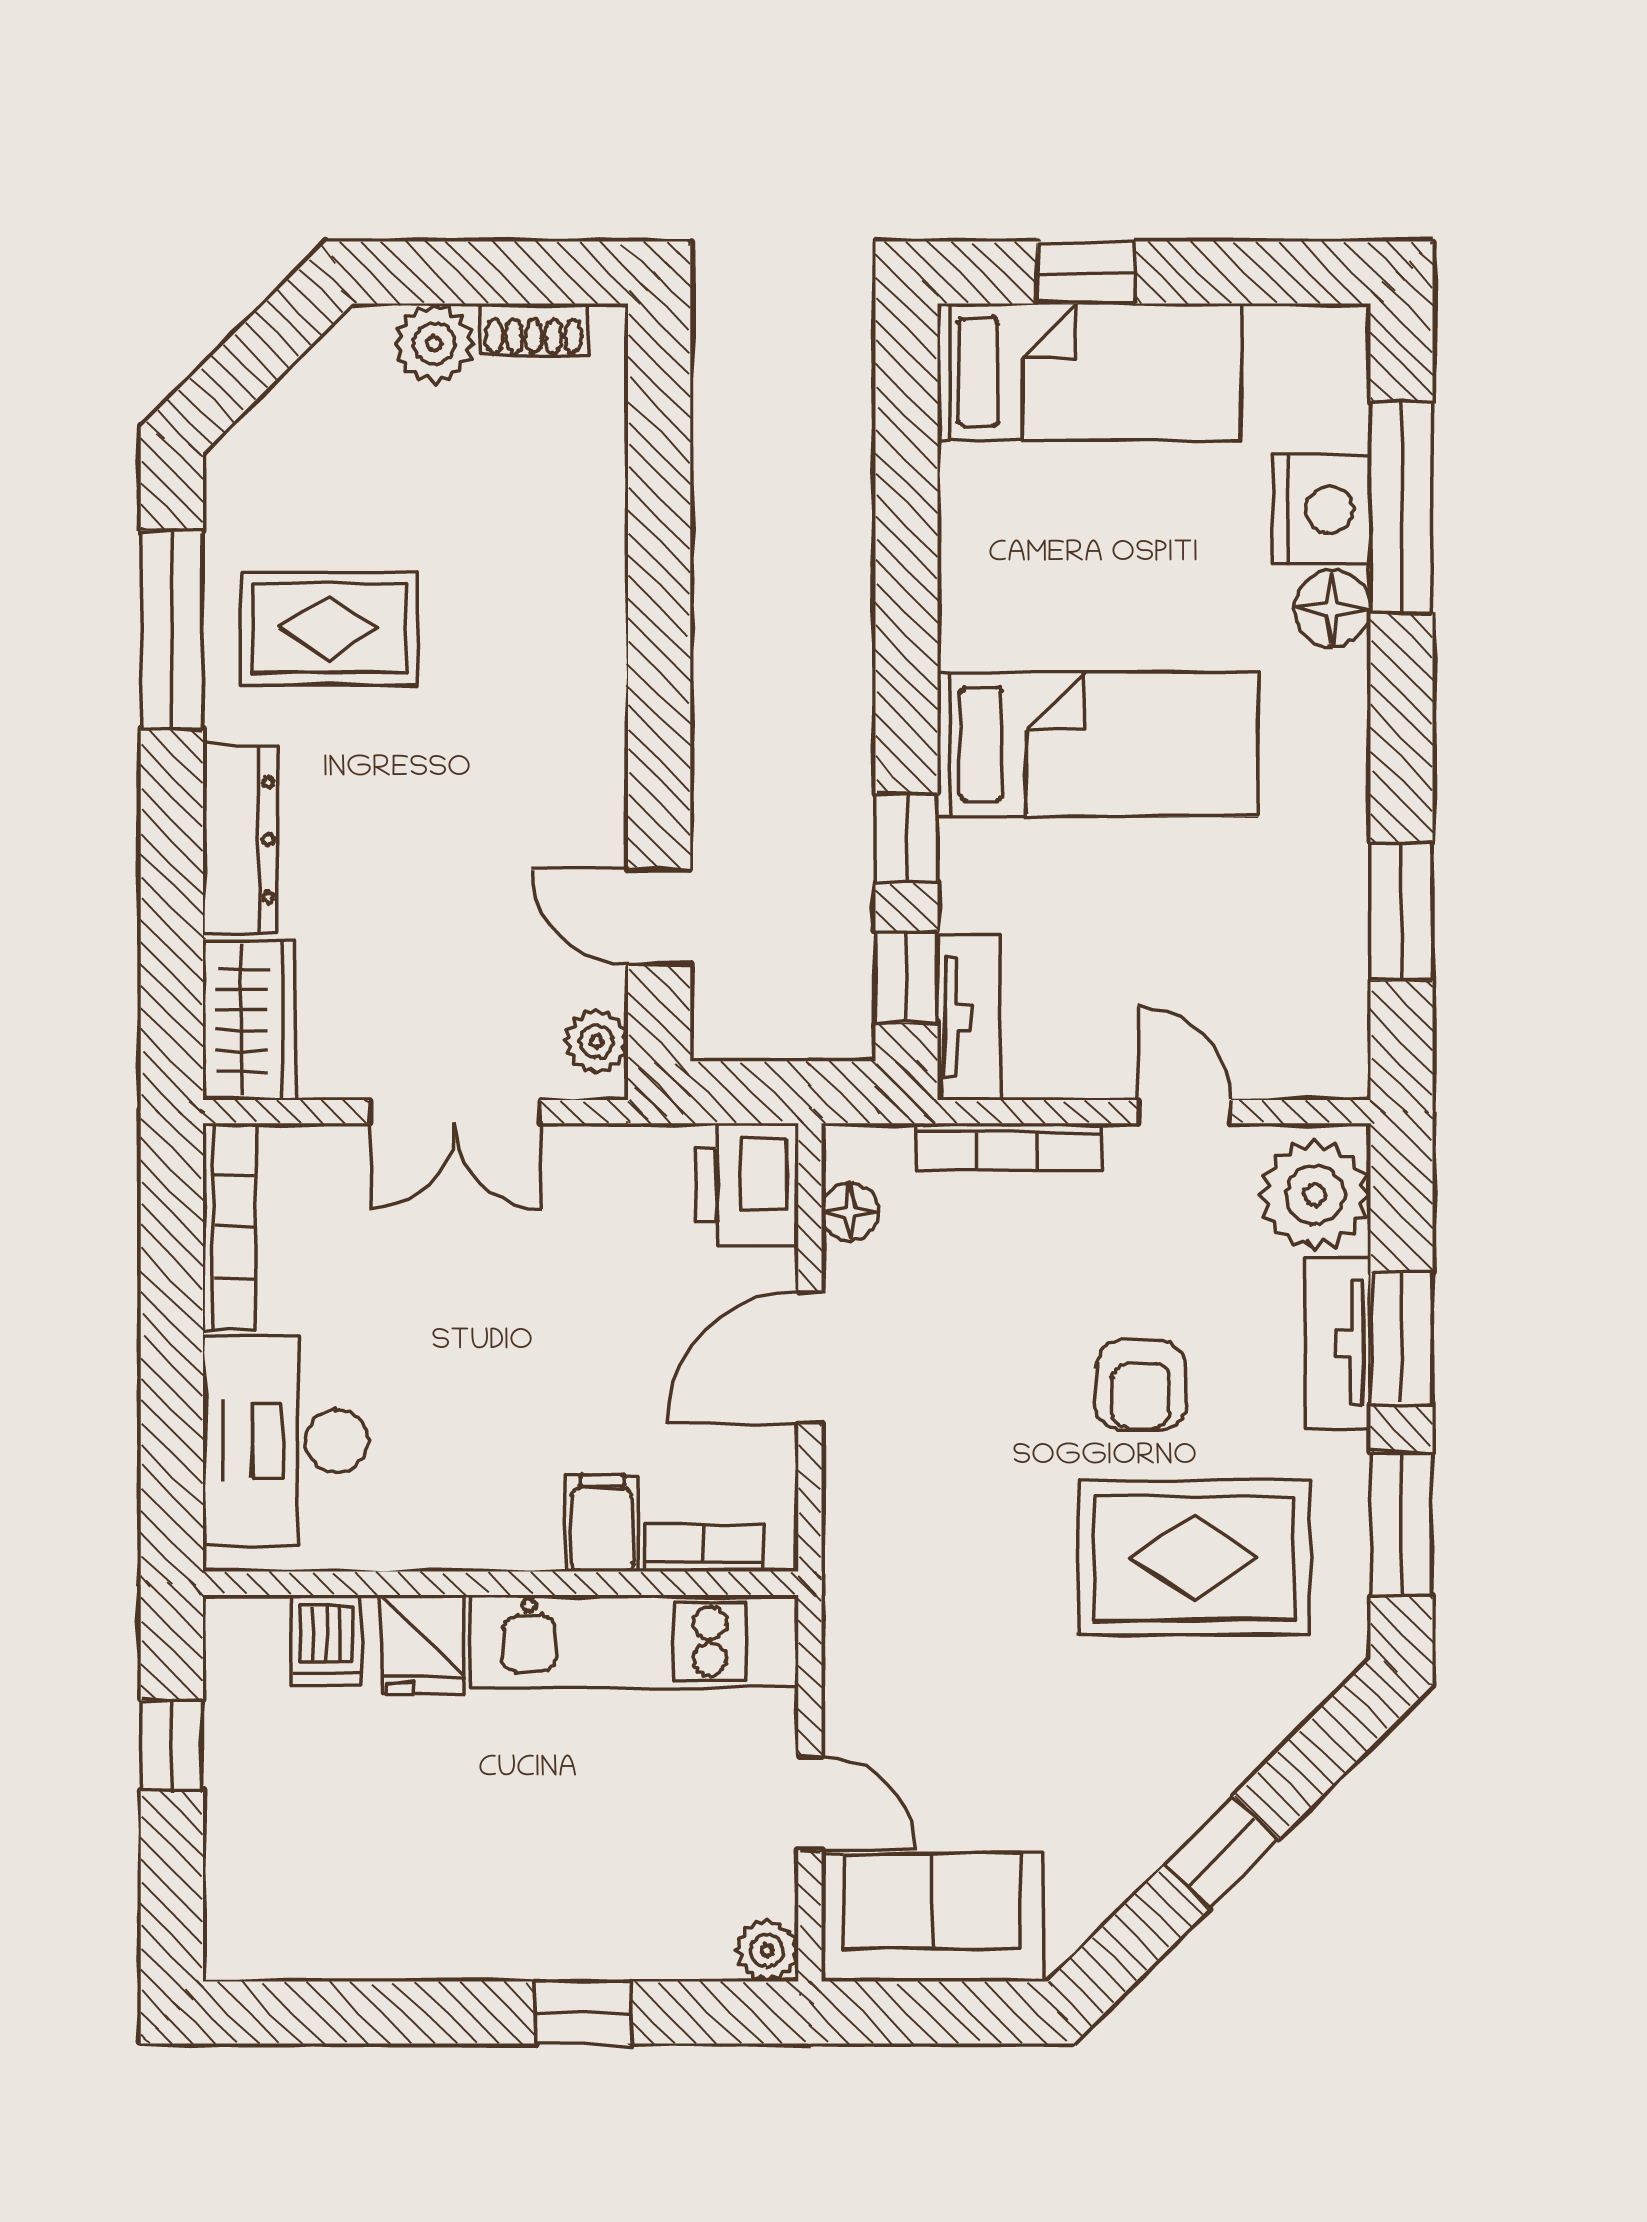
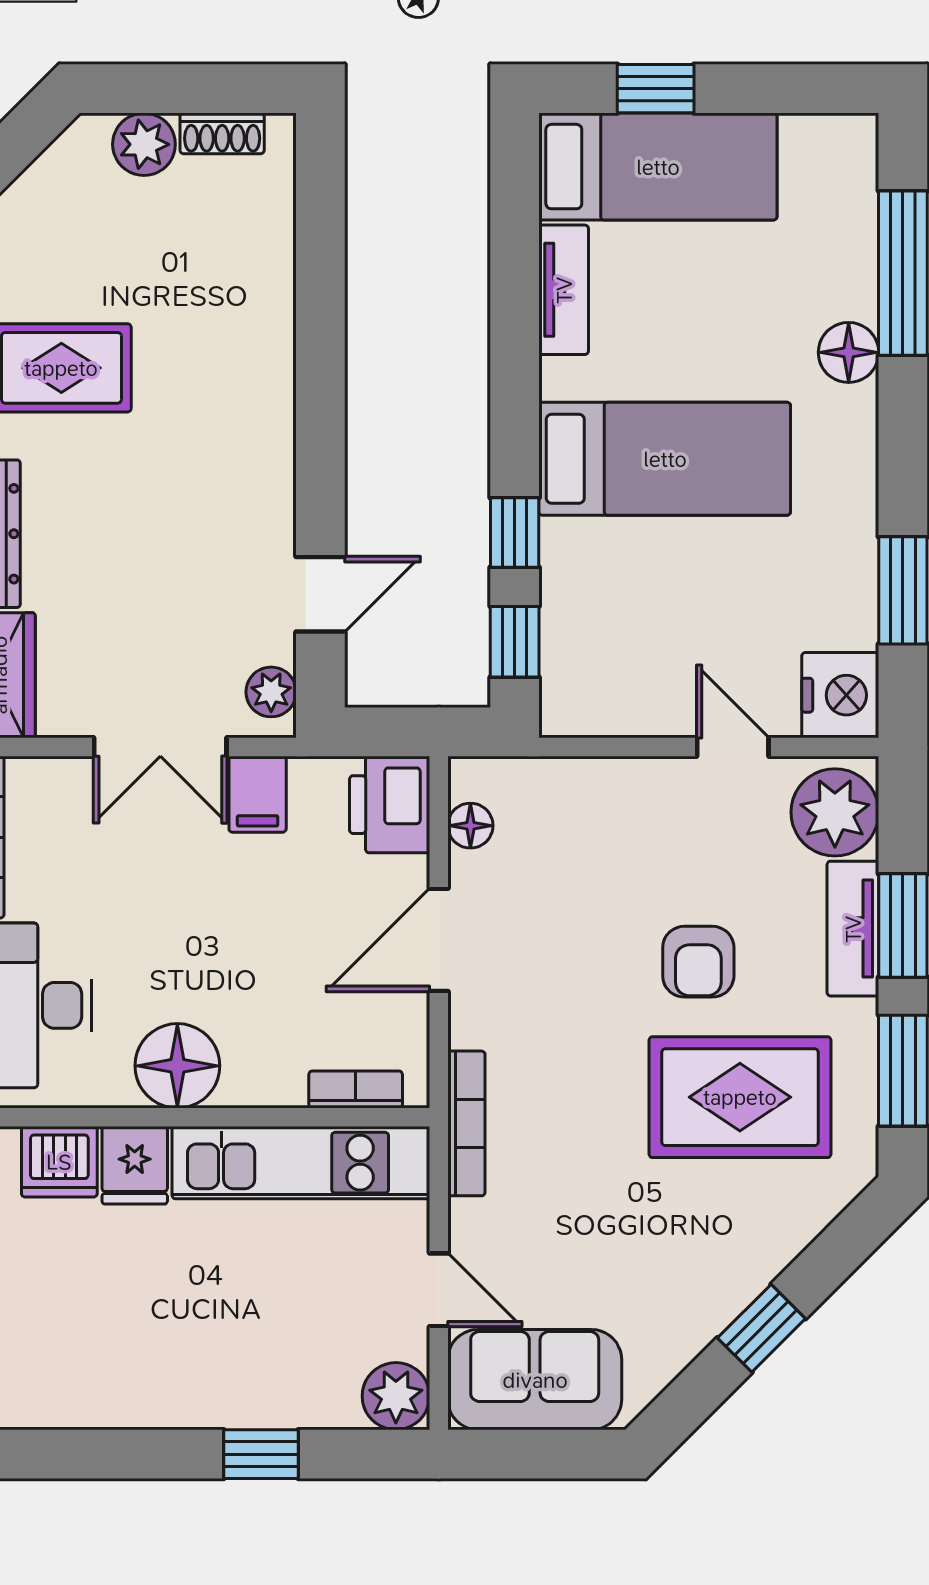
nightstand: (1322, 510) -> (840, 695), moved
door: (659, 917) -> (320, 594), swing flipped
tv unit: (969, 1017) -> (564, 290), moved
bookcase: (1008, 1147) -> (466, 1123), moved, turned -90
floor lamp: (477, 1518) -> (177, 1066), added
filing cabinet: (602, 1523) -> (258, 794), moved, turned 180
dishwasher: (326, 1640) -> (59, 1162), width x1.38
plant: (767, 1950) -> (396, 1396), width x1.38, depth x1.38

